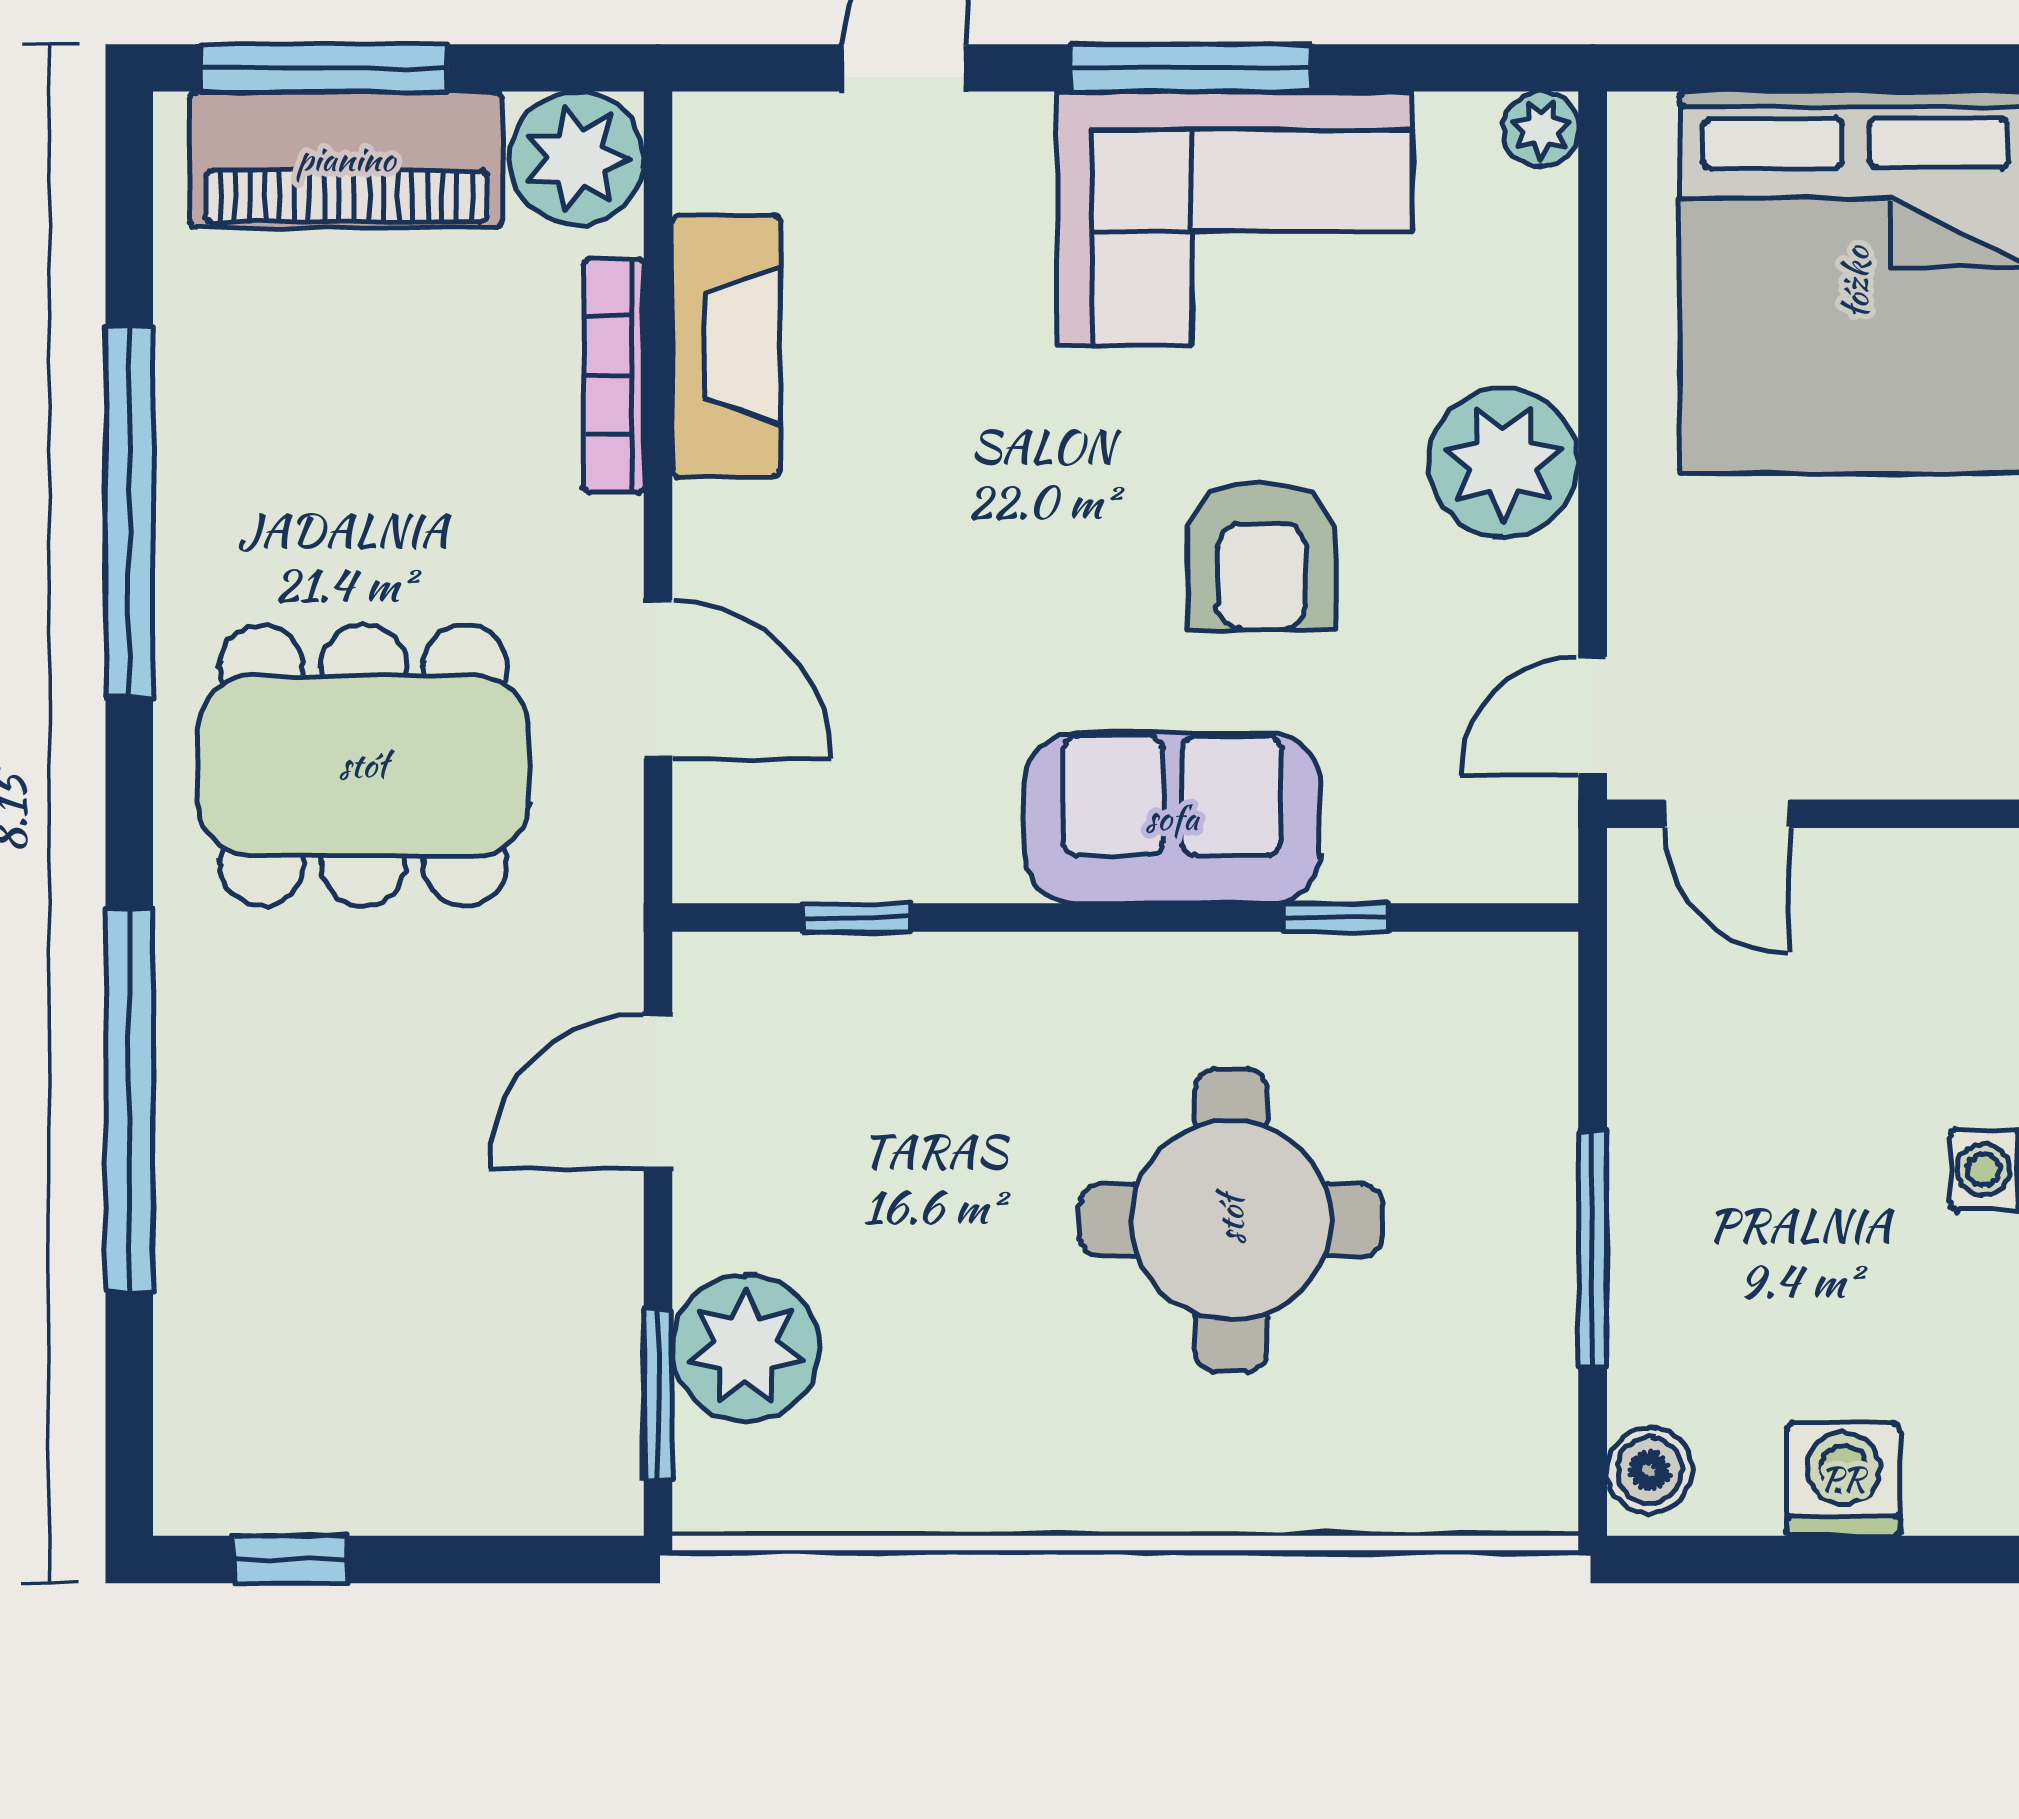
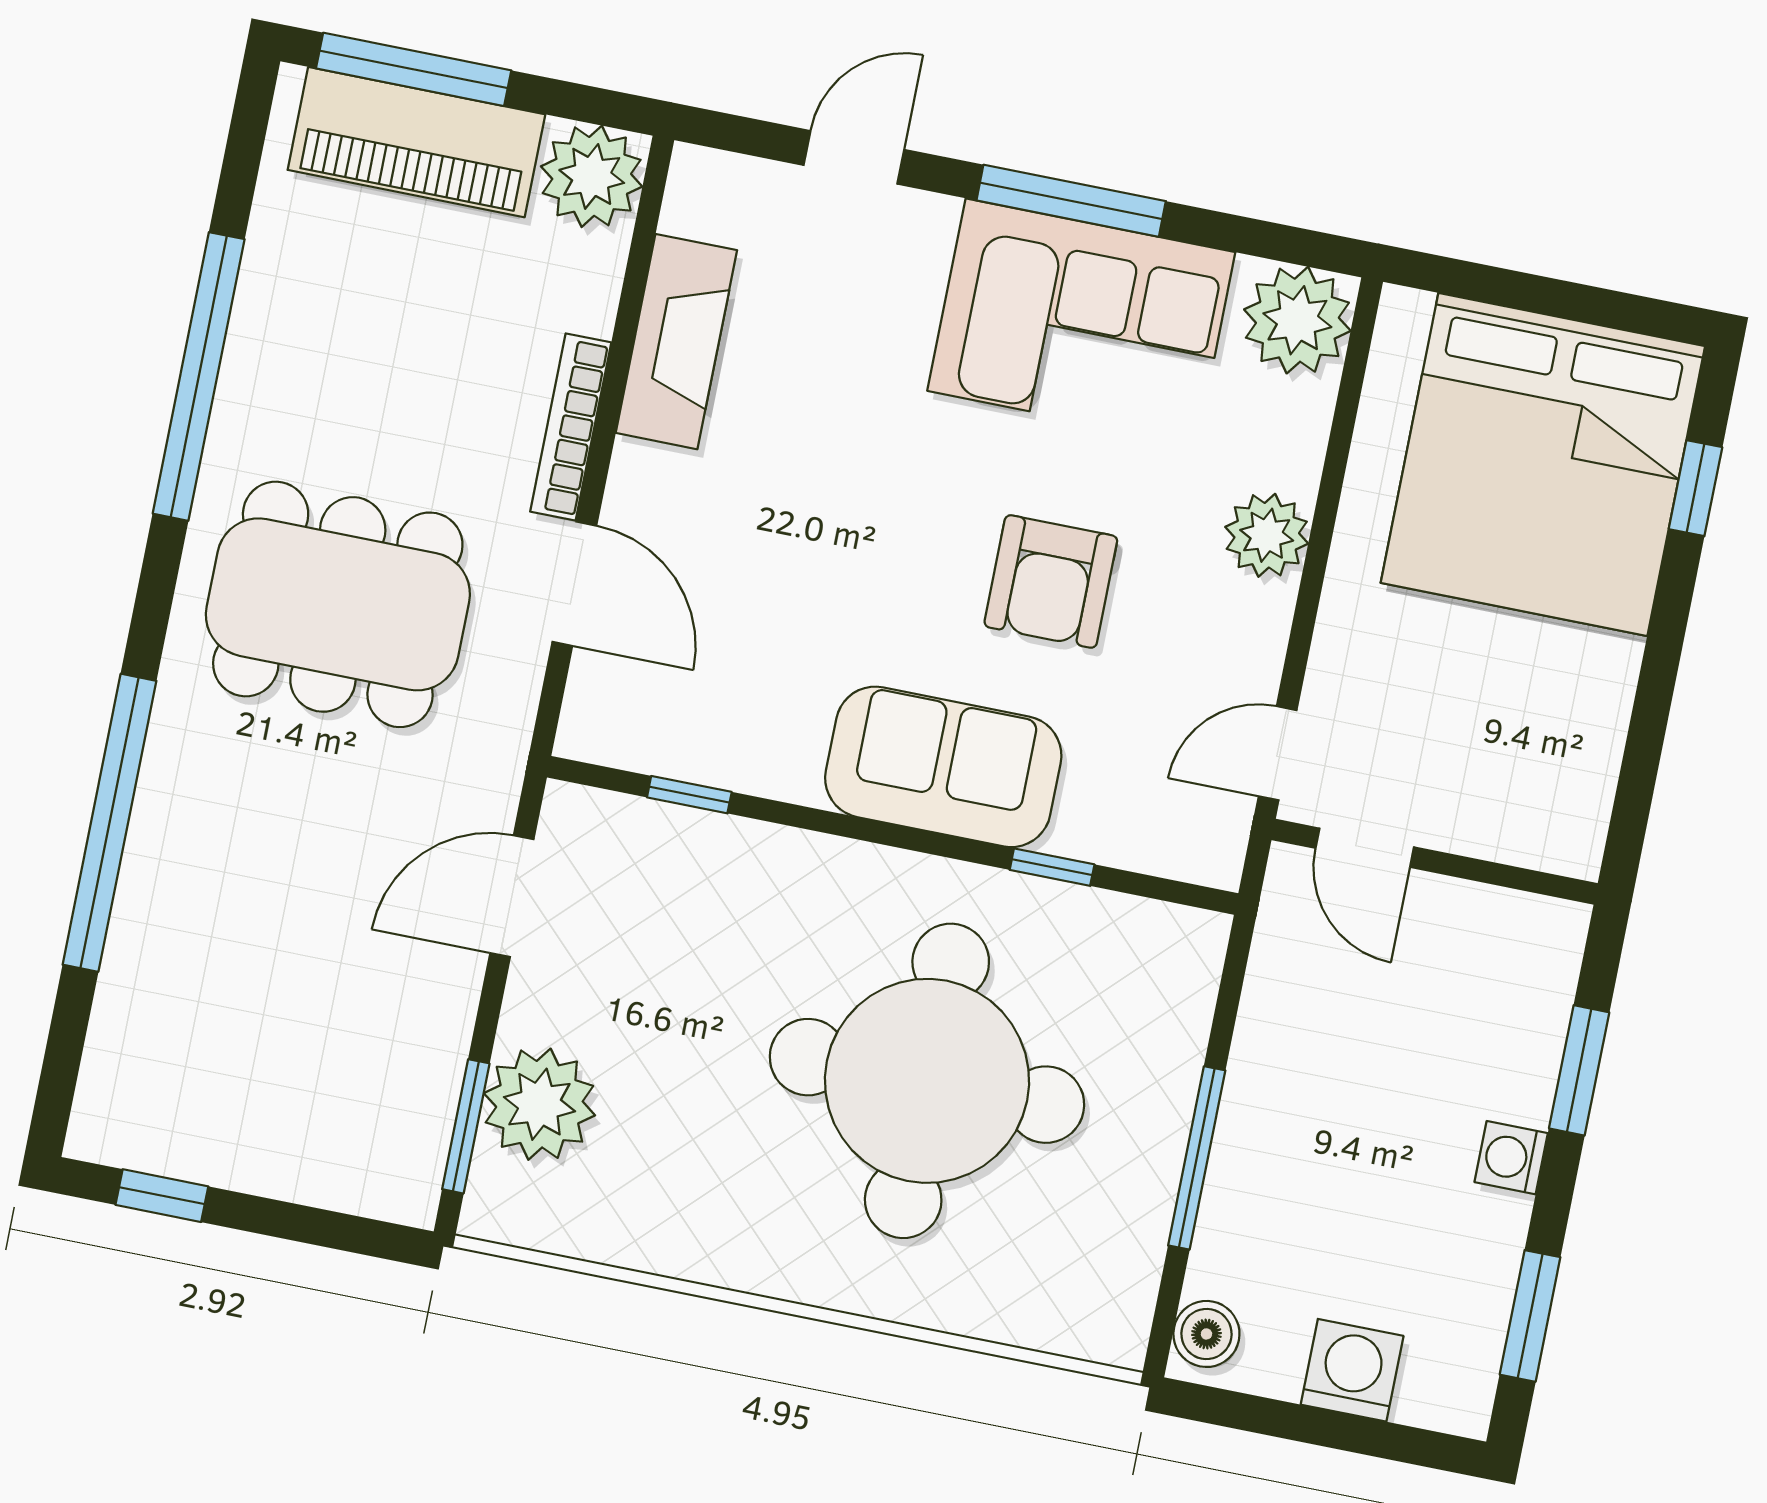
plant: (1541, 129) -> (1297, 320), width x1.88, depth x1.88
bookcase: (614, 376) -> (571, 427), moved
plant: (1504, 462) -> (1267, 535), width x0.73, depth x0.73
round table: (1231, 1220) -> (927, 1081), width x1.36, depth x1.36

